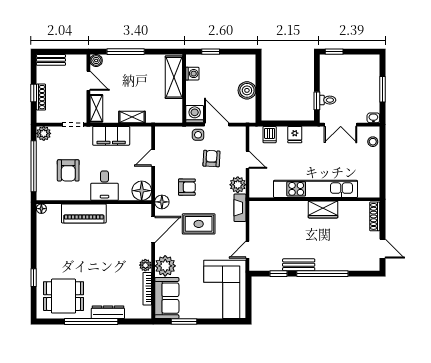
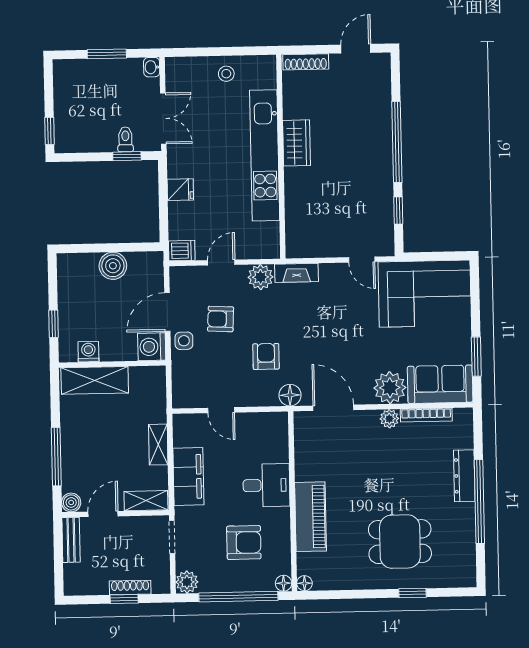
bench: (51, 60) -> (71, 540), moved
dishwasher: (270, 135) -> (182, 251), moved
stool: (373, 142) -> (226, 74), moved
floor lamp: (142, 191) -> (284, 583), moved, width x0.53, depth x0.53
rug: (199, 224) -> (323, 337), removed
bench: (299, 265) -> (384, 179), removed
dining table: (64, 296) -> (400, 542), moved, turned 90

